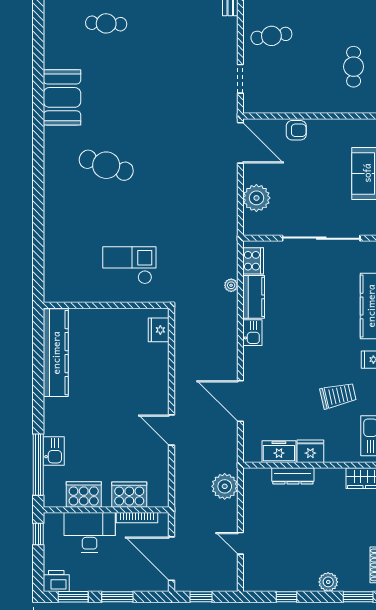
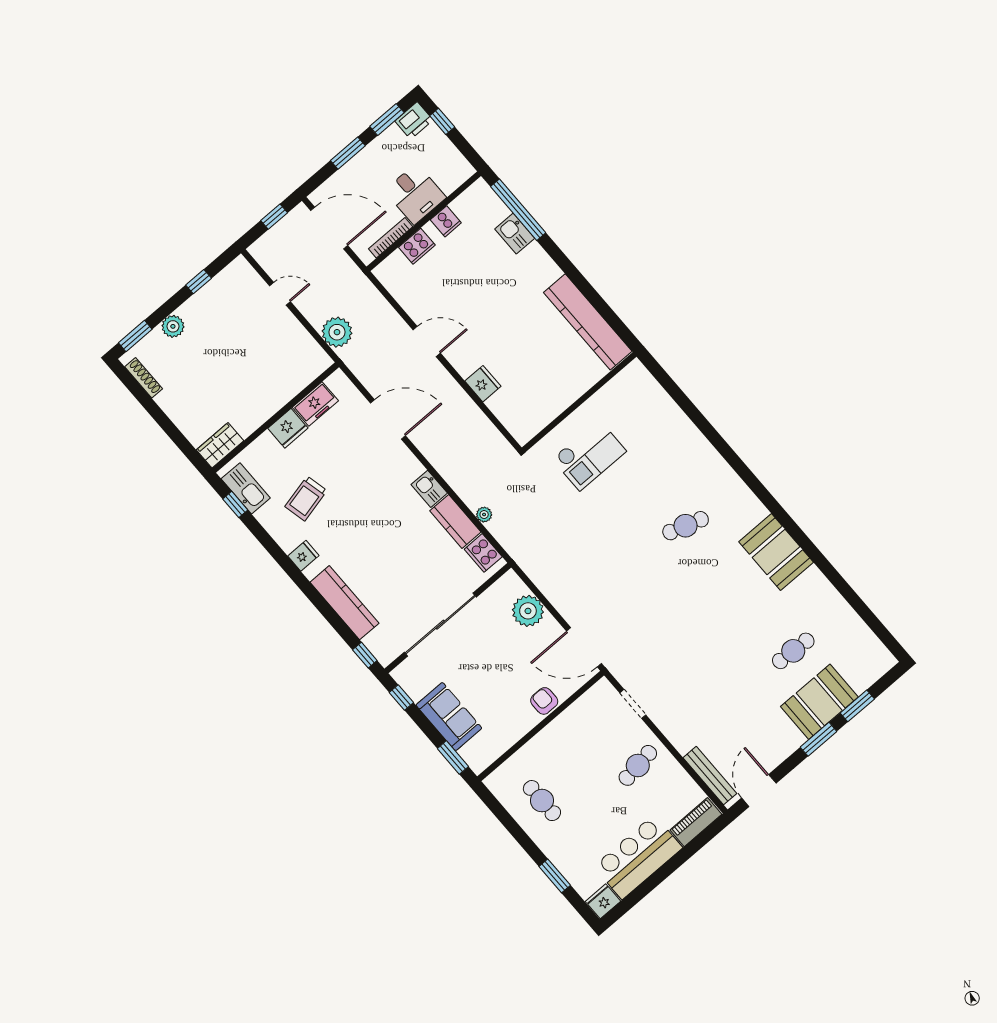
armchair: (296, 130) -> (544, 701), turned 90
cafe table: (106, 165) -> (686, 526), width x0.73, depth x0.74
fridge: (159, 330) -> (483, 384), moved
dresser: (293, 476) -> (285, 393), removed
cooker: (84, 494) -> (446, 221), width x0.53, depth x0.76
cooker: (129, 495) -> (417, 246), width x0.73, depth x0.76
desk: (90, 532) -> (415, 194), width x0.73
window: (38, 534) -> (442, 121), moved

